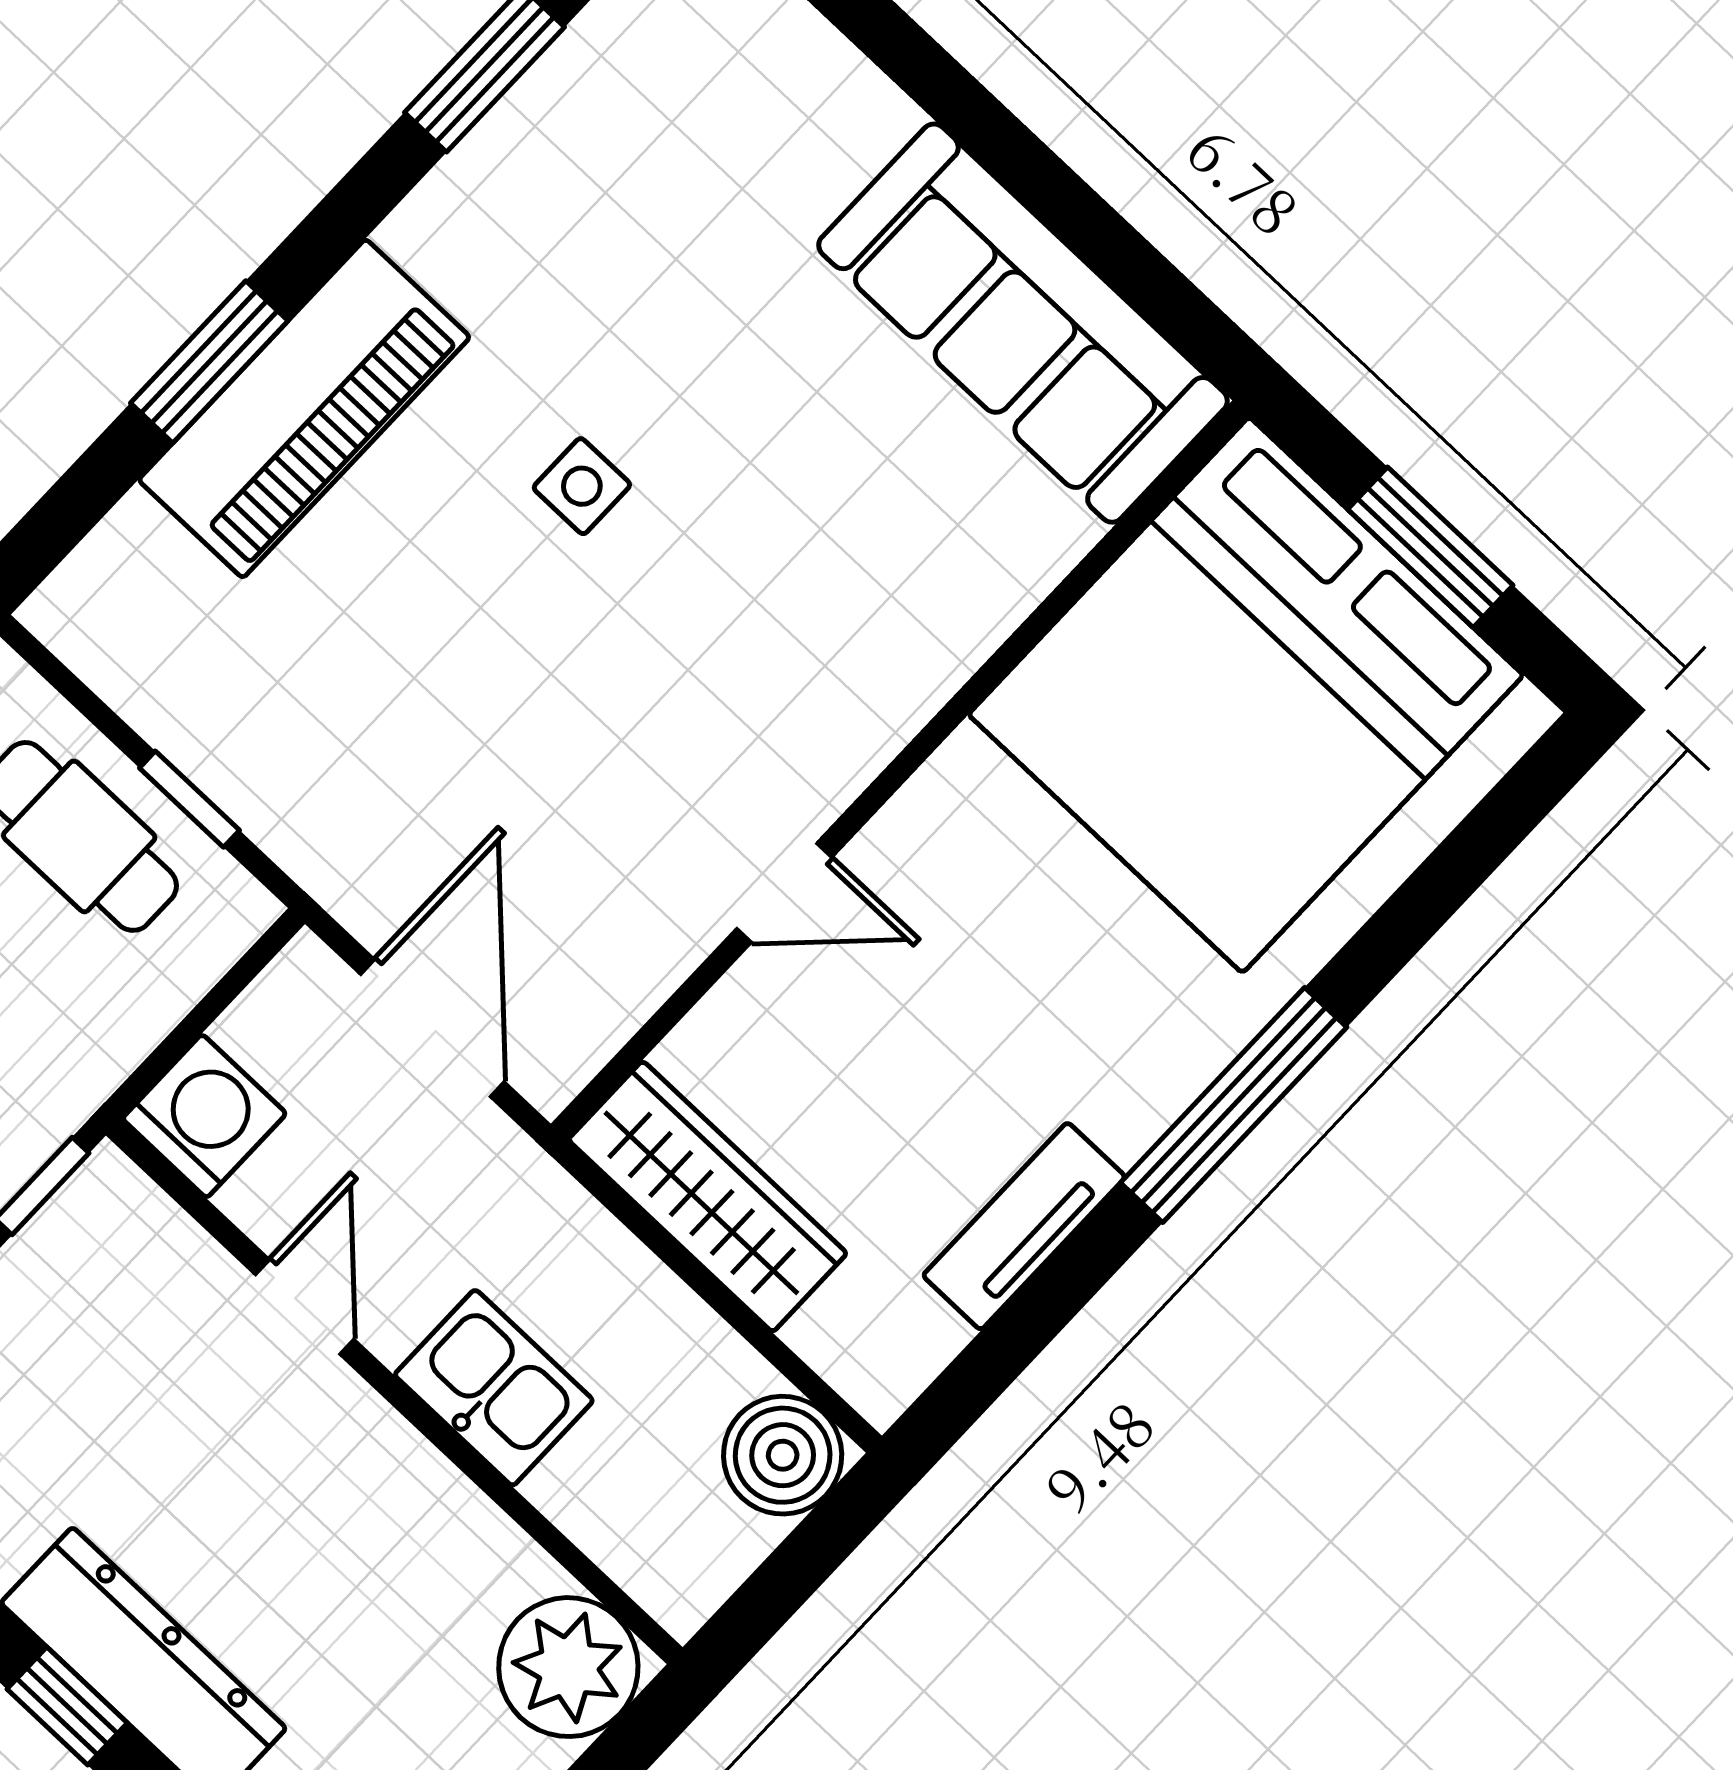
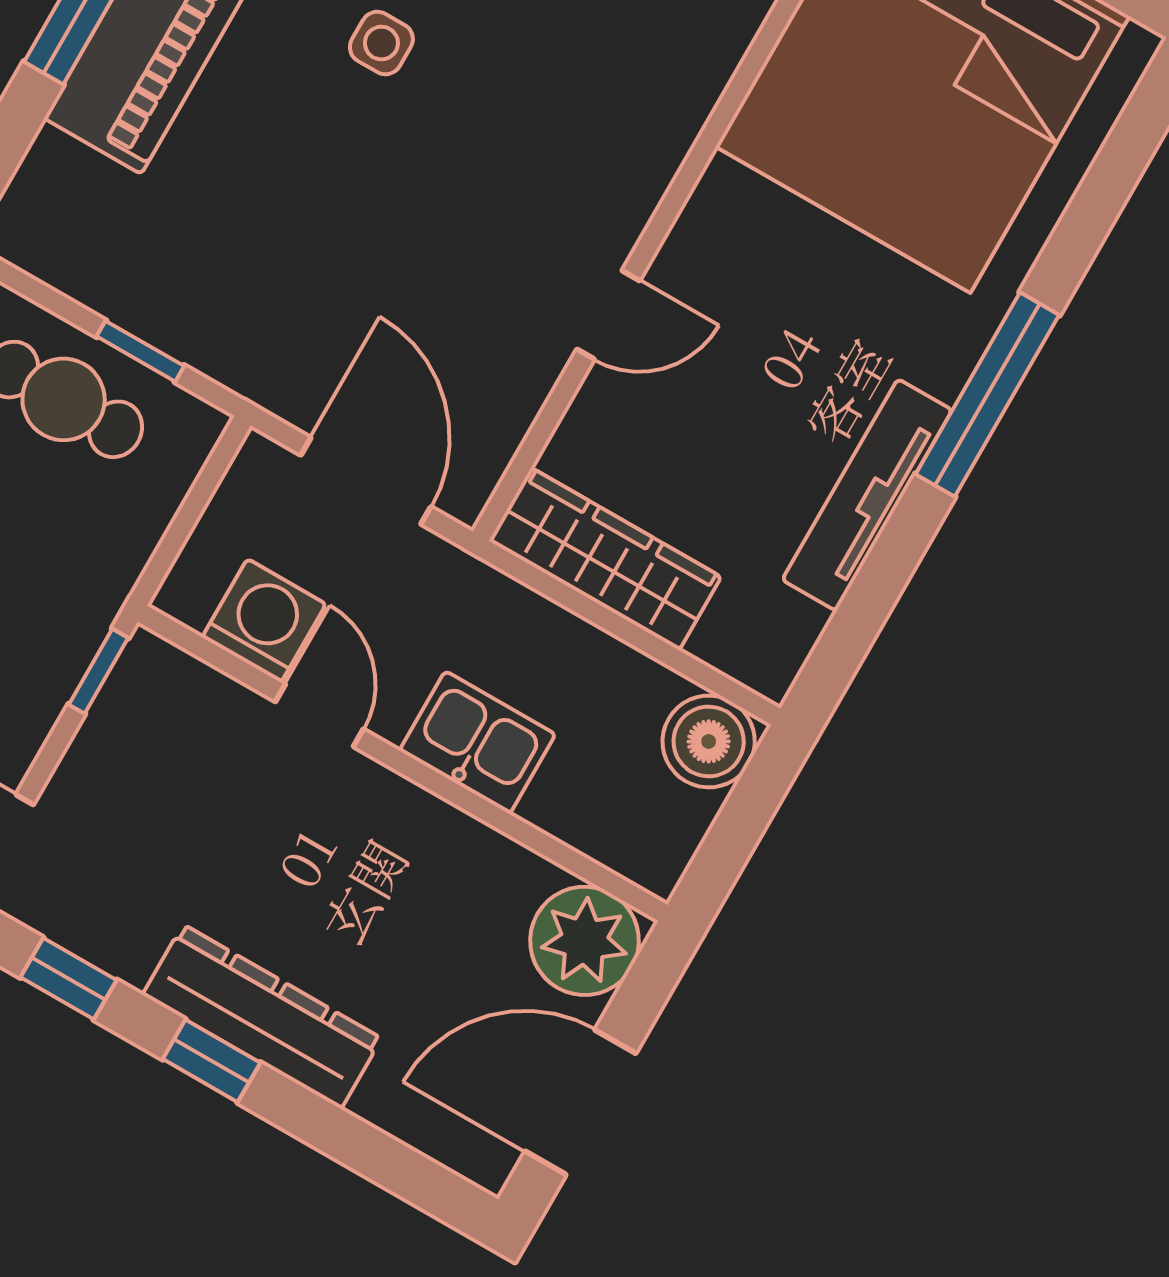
washing machine: (204, 1116) -> (264, 621), moved
tv unit: (1024, 1226) -> (867, 495), width x1.41

